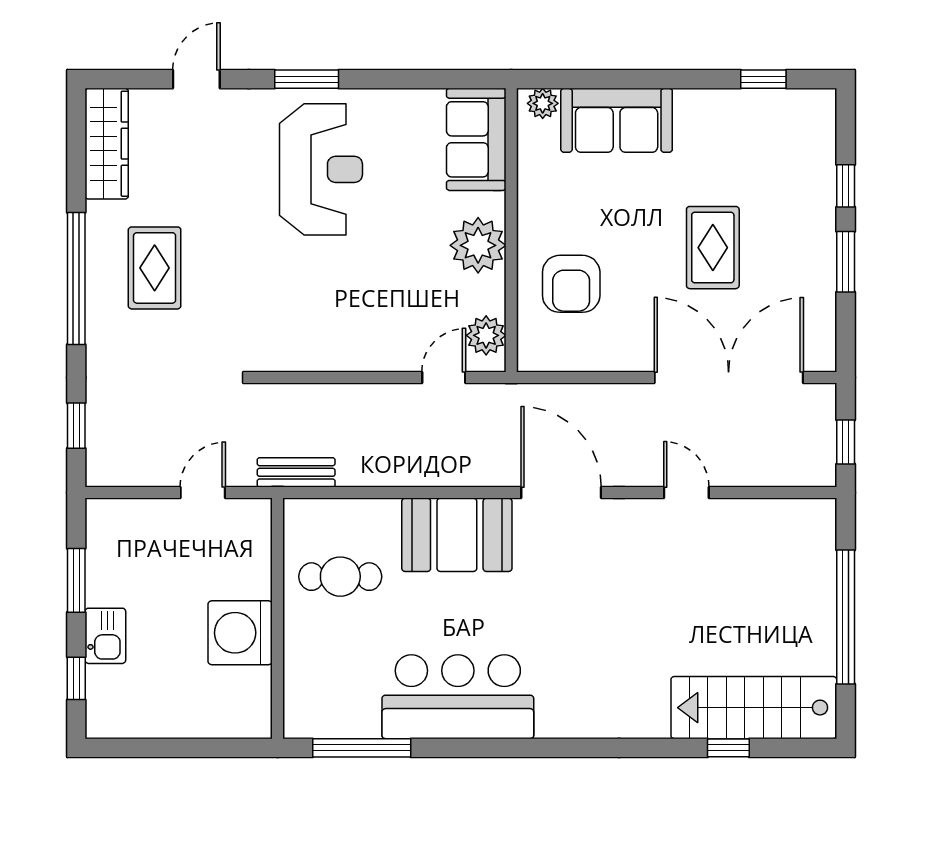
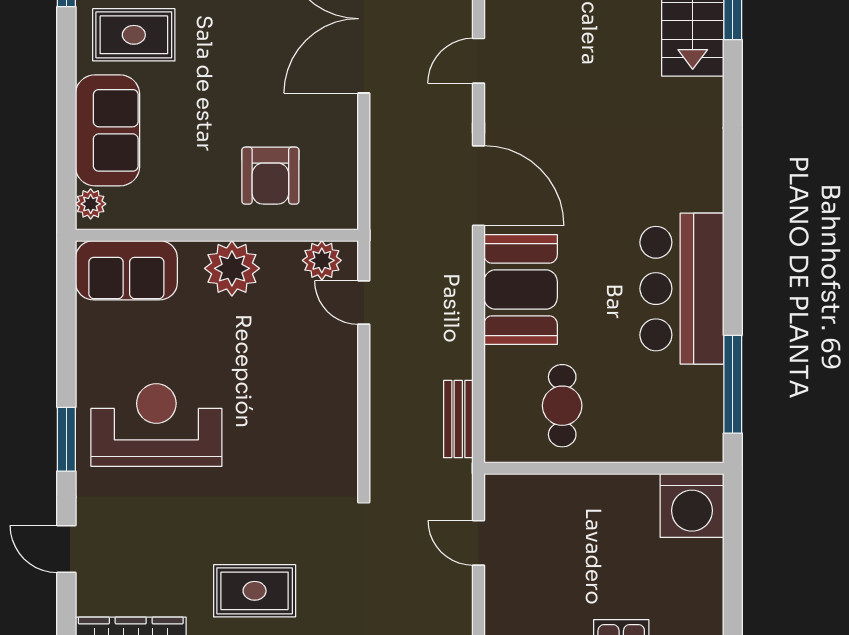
rug: (713, 248) -> (134, 35), moved
armchair: (571, 284) -> (270, 176), turned 90
bench: (296, 472) -> (458, 419), moved
door: (561, 493) -> (478, 186), swing flipped
washing machine: (240, 633) -> (692, 506), moved

